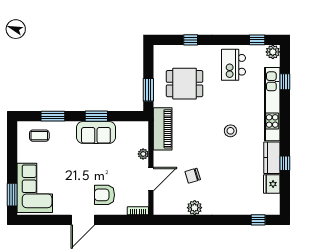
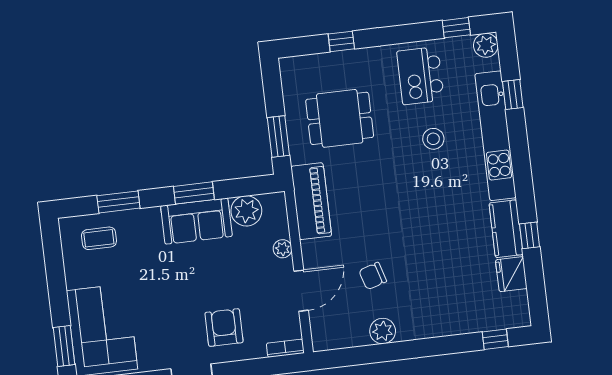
plant: (125, 130) -> (246, 211), added
stool: (230, 131) -> (433, 139), moved
armchair: (104, 195) -> (224, 328), turned 90

